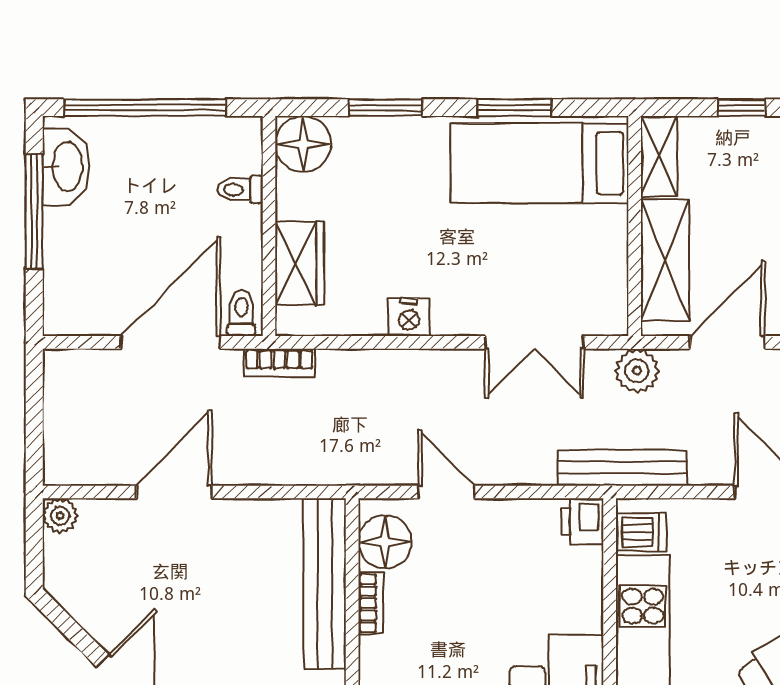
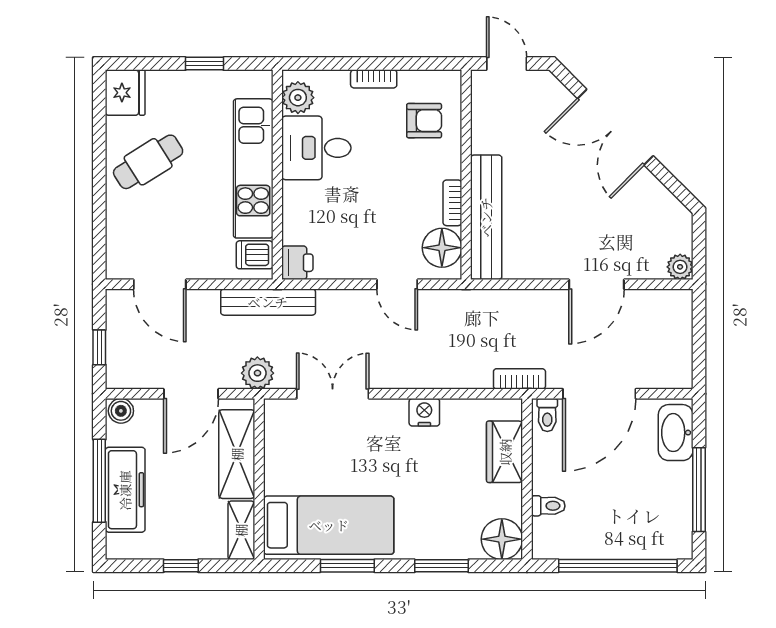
washbasin: (66, 167) -> (676, 433), moved

